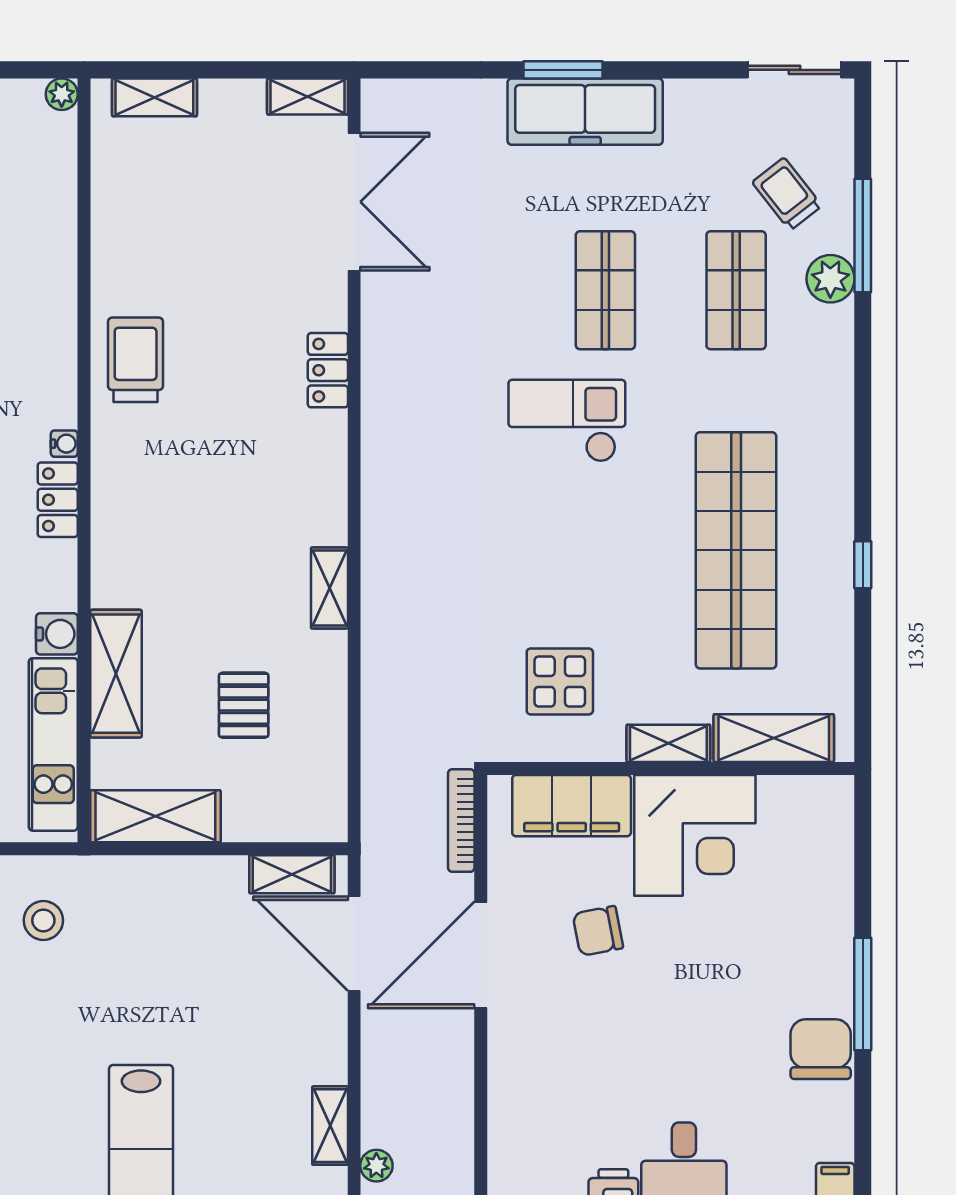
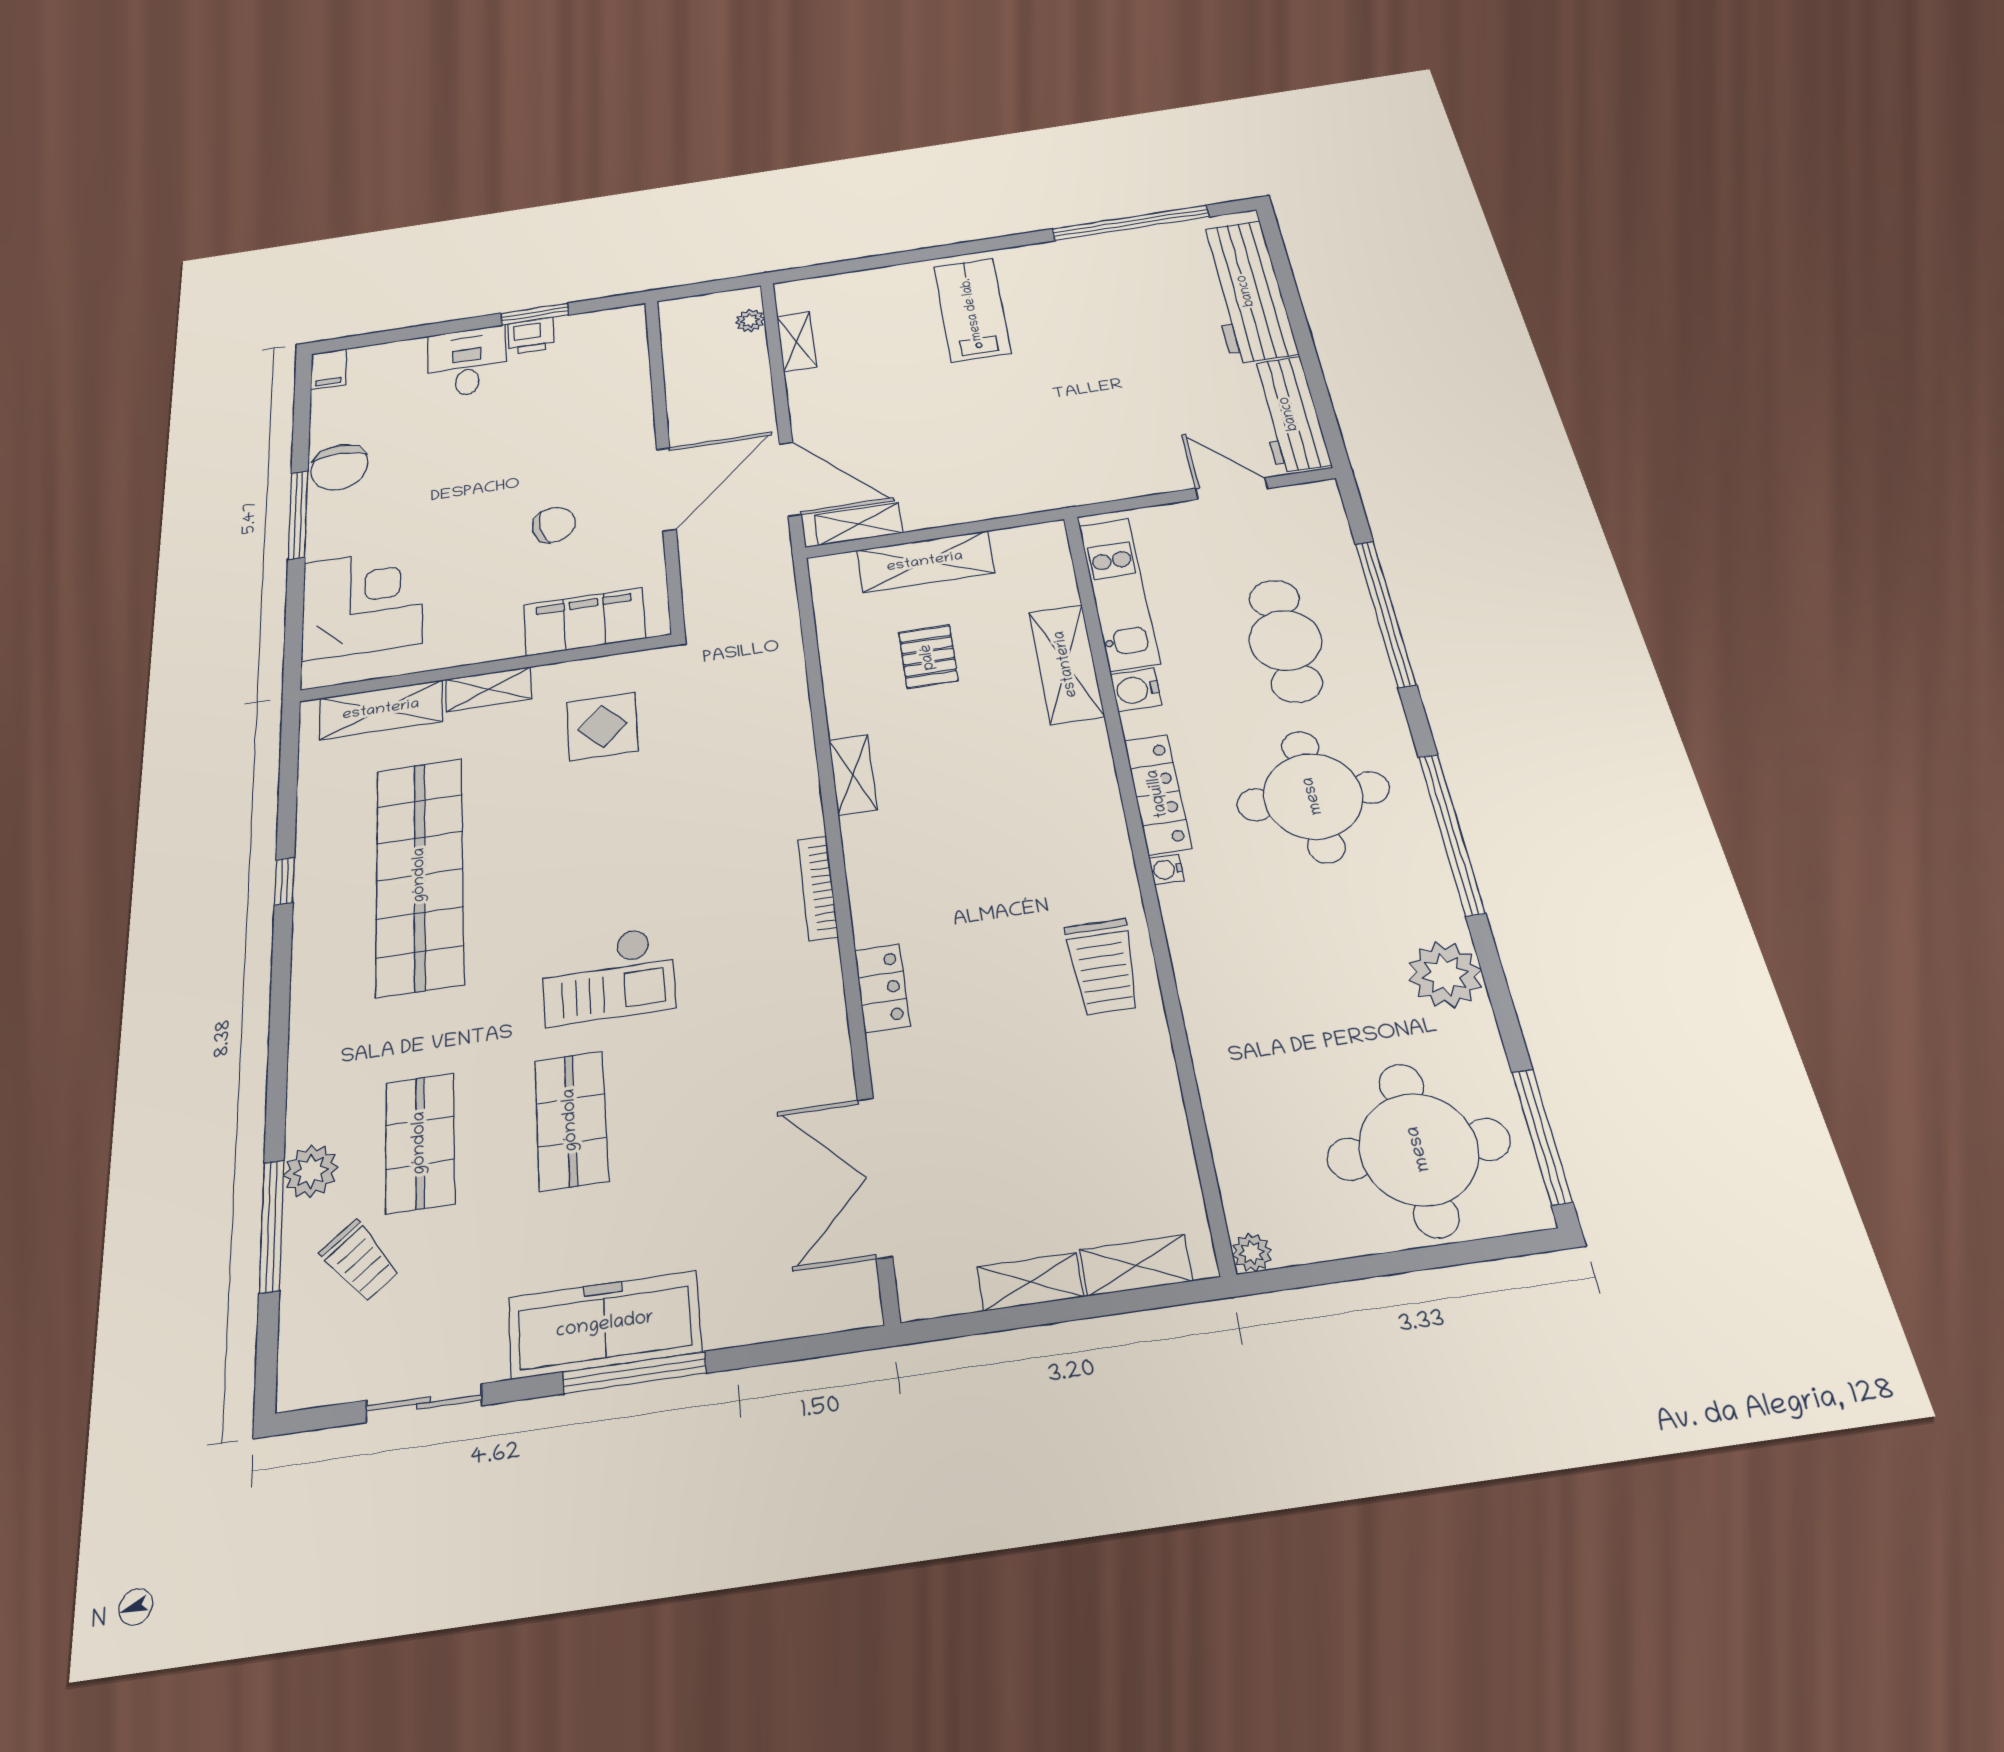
window: (563, 70) -> (634, 1373), width x1.44
sliding door: (794, 70) -> (424, 1403), moved
shelving: (308, 96) -> (1030, 1282), moved
locker: (58, 500) -> (1158, 794), width x1.53
shelving: (155, 816) -> (925, 562), moved
bookcase: (461, 821) -> (818, 888), moved, turned 180
corner desk: (695, 835) -> (362, 603), moved, turned 90
stool: (43, 920) -> (1098, 451), removed

